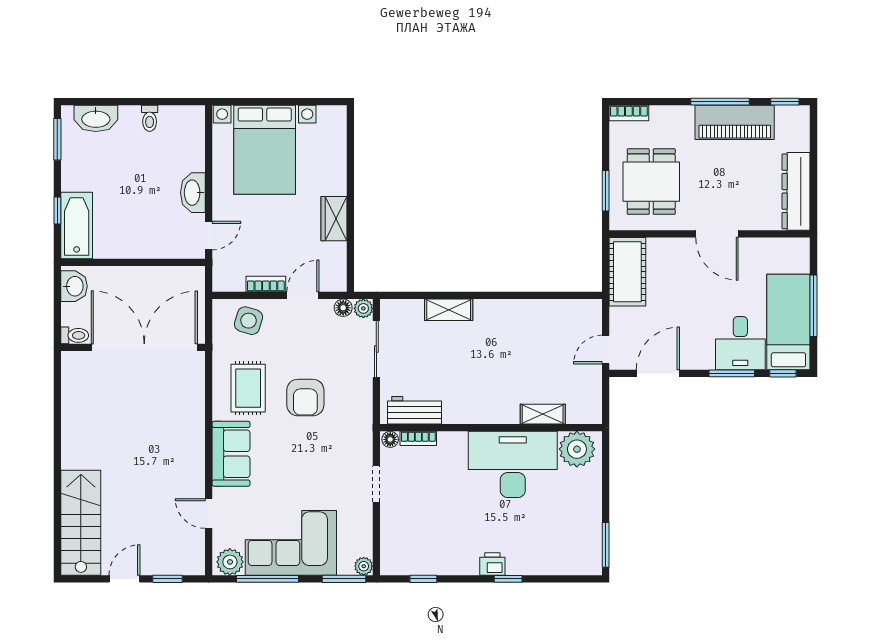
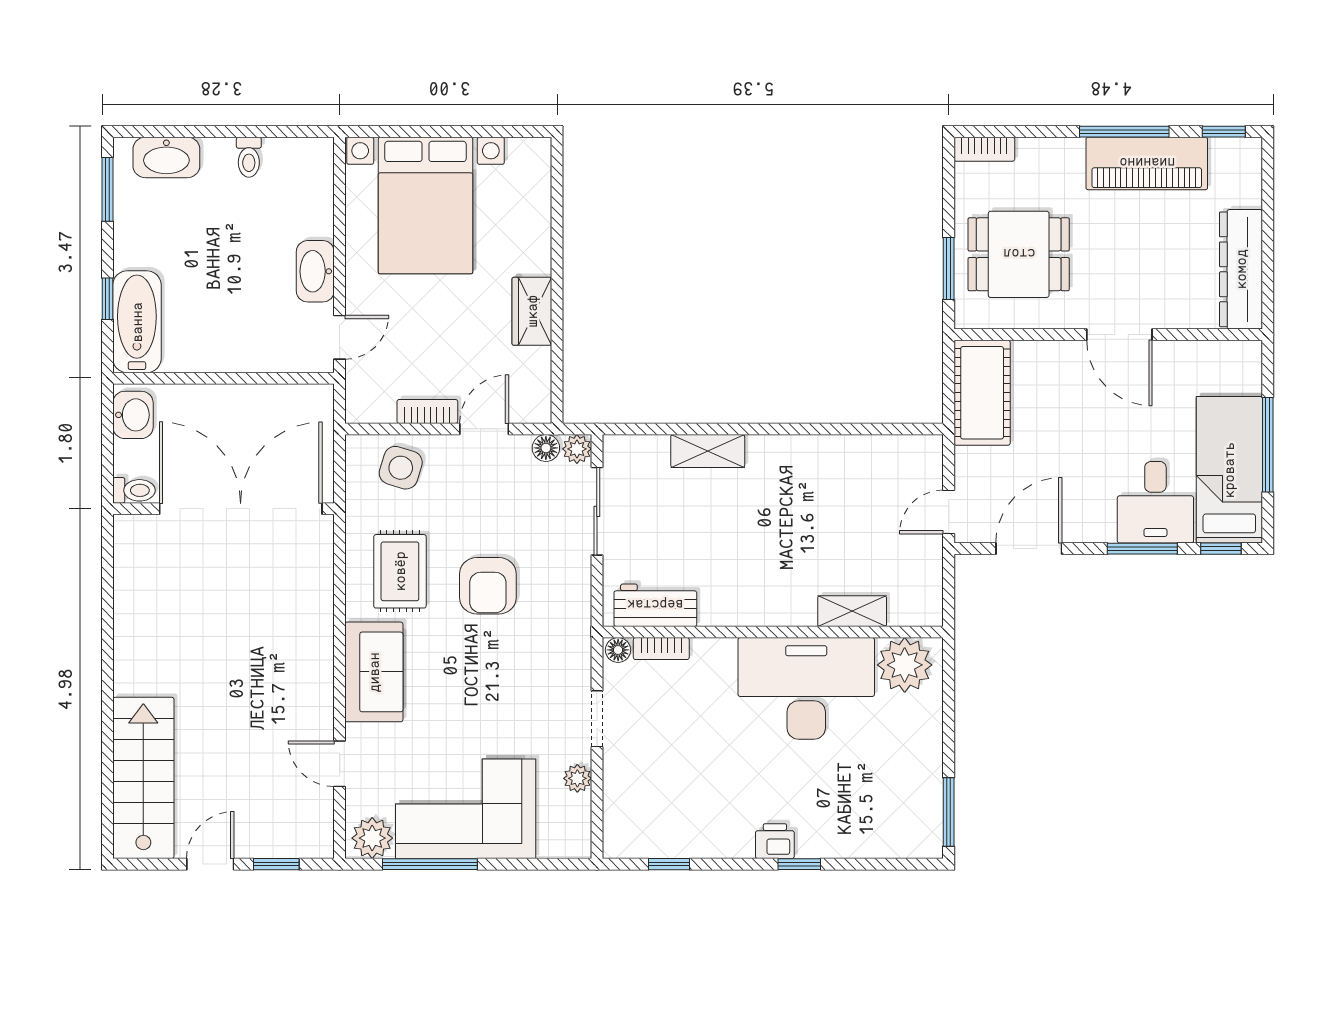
dining table: (651, 182) -> (1019, 254), turned 90
plant: (364, 566) -> (577, 778), moved
window: (344, 579) -> (547, 864), removed

